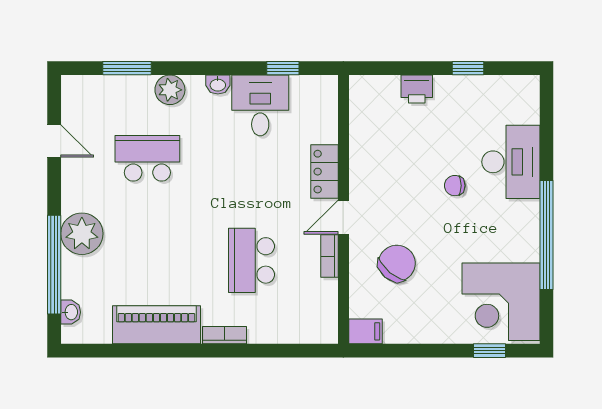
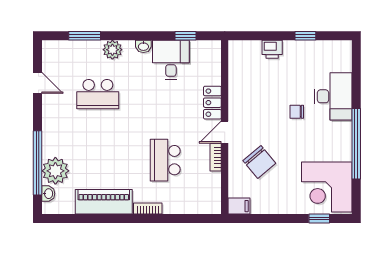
school desk: (147, 158) -> (98, 94), turned 180
plant: (82, 234) -> (55, 171), moved
chair: (397, 263) -> (259, 162), turned 100

